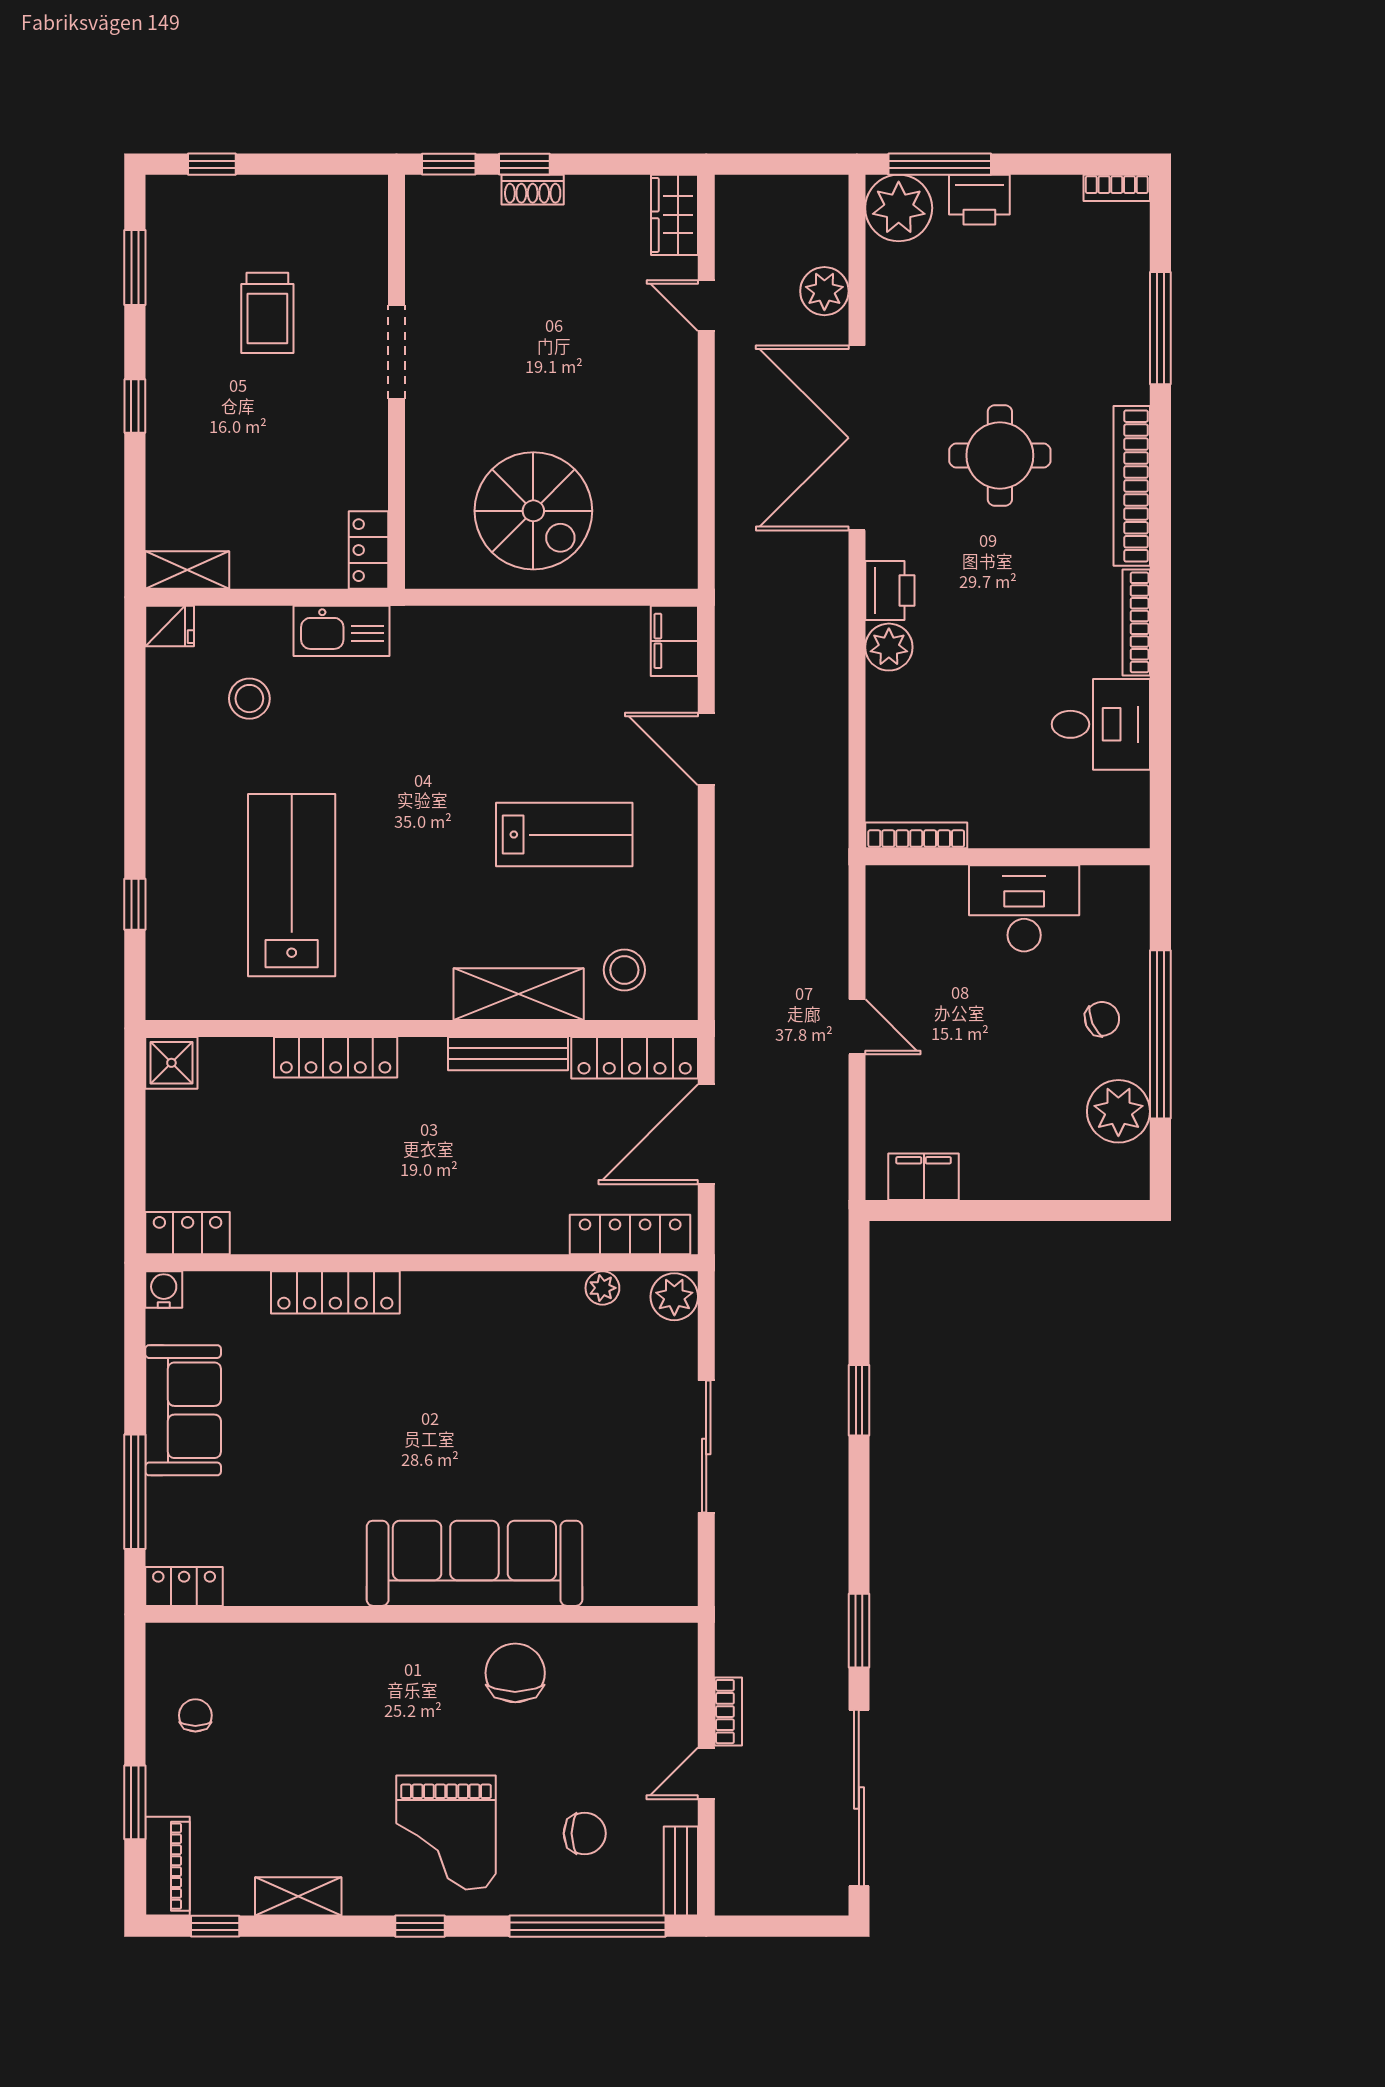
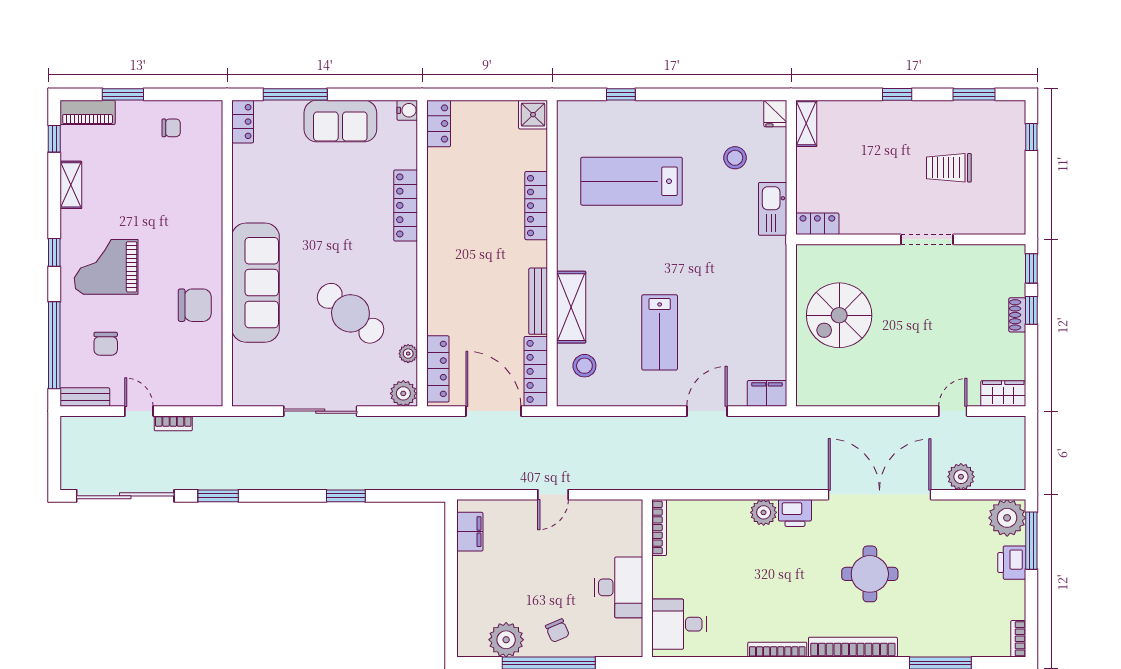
desk: (1101, 724) -> (679, 624), moved, turned 90
lab bench: (292, 885) -> (632, 181), turned 180
cafe table: (530, 1392) -> (350, 313), added

